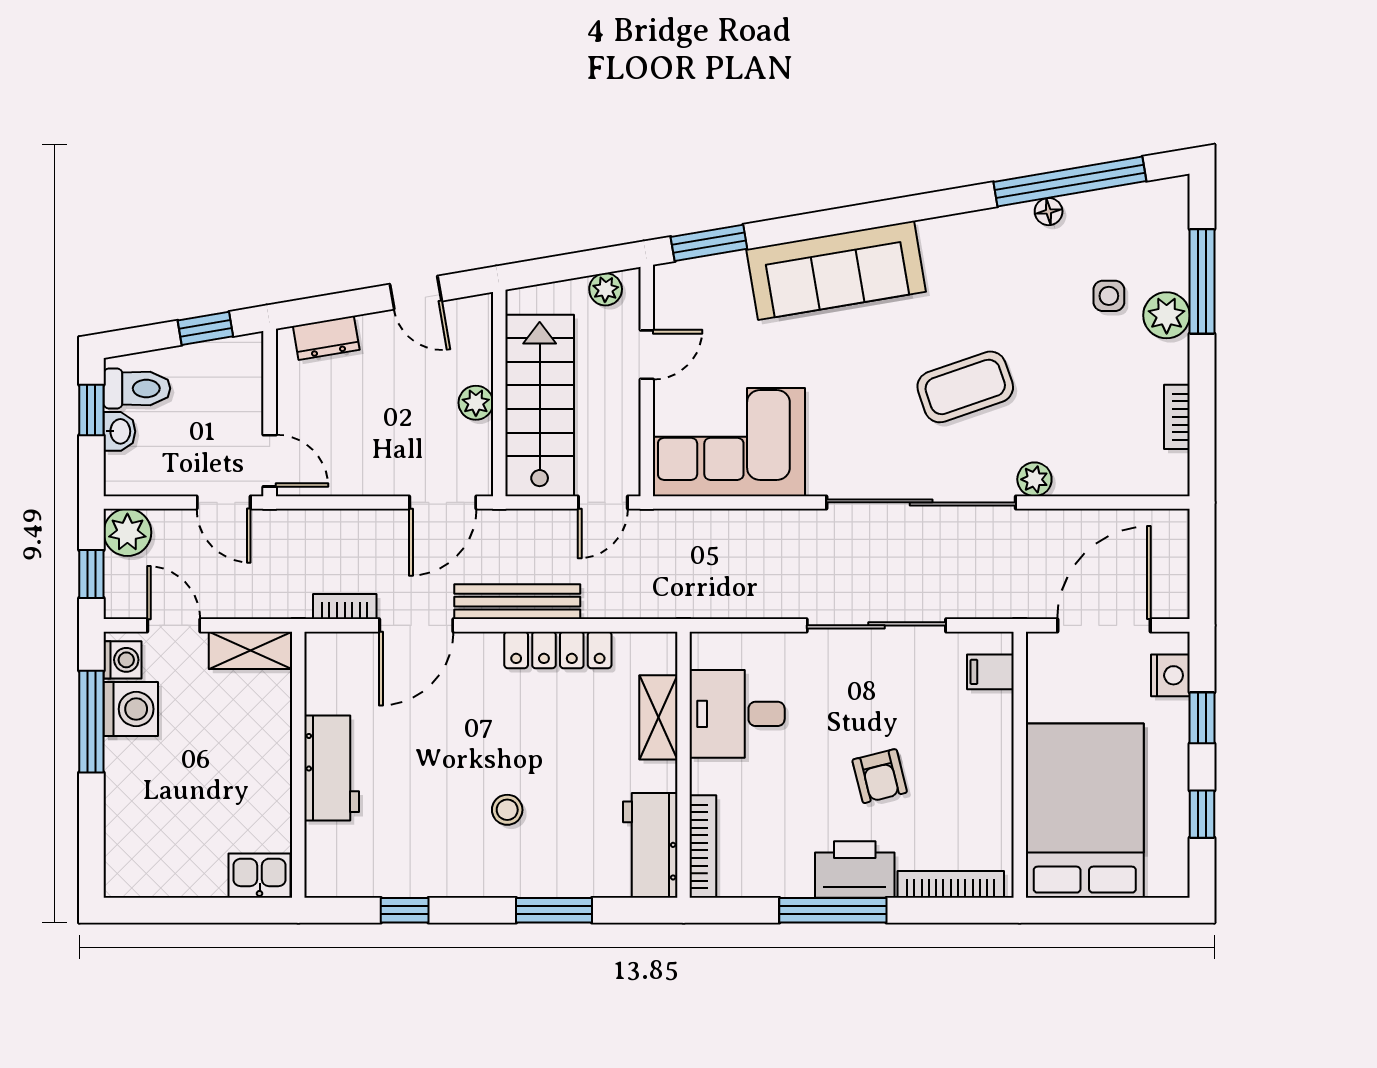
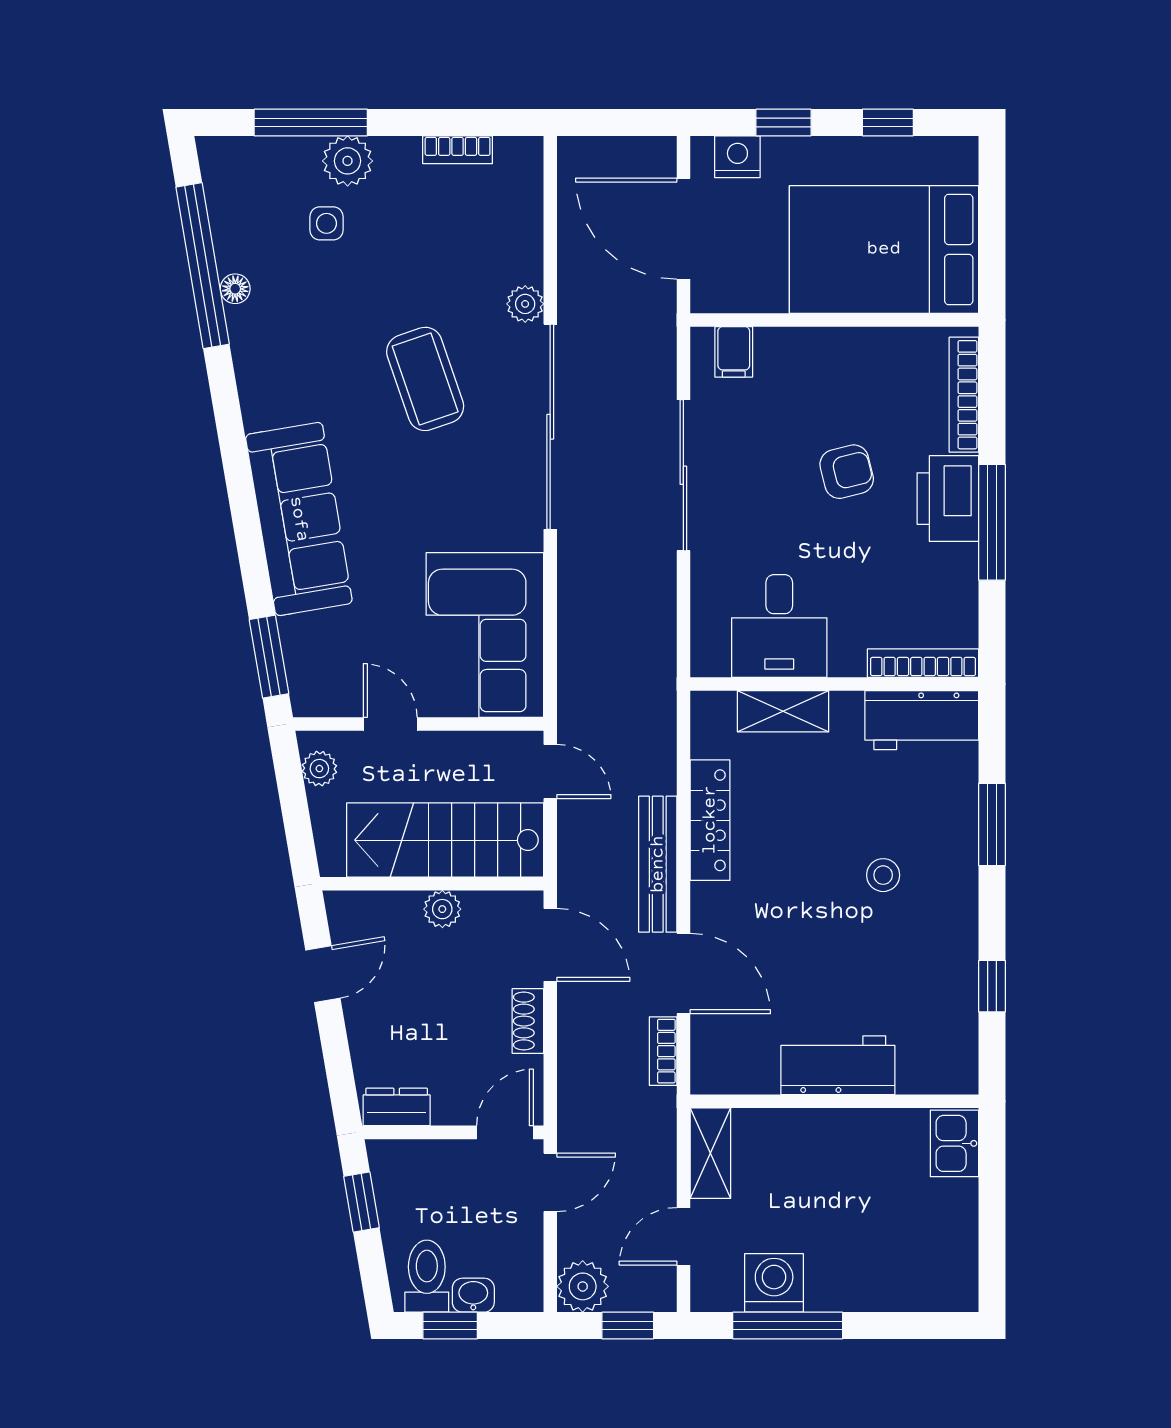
dresser: (326, 338) -> (397, 1107), moved, turned -80
shoe rack: (372, 482) -> (528, 1021), added
washing machine: (122, 660) -> (721, 1292), removed

